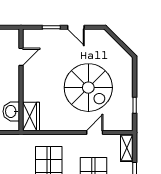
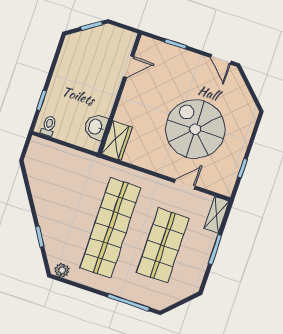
door: (76, 27) -> (221, 59), moved
spiral stairs: (88, 88) -> (195, 129), turned 180

